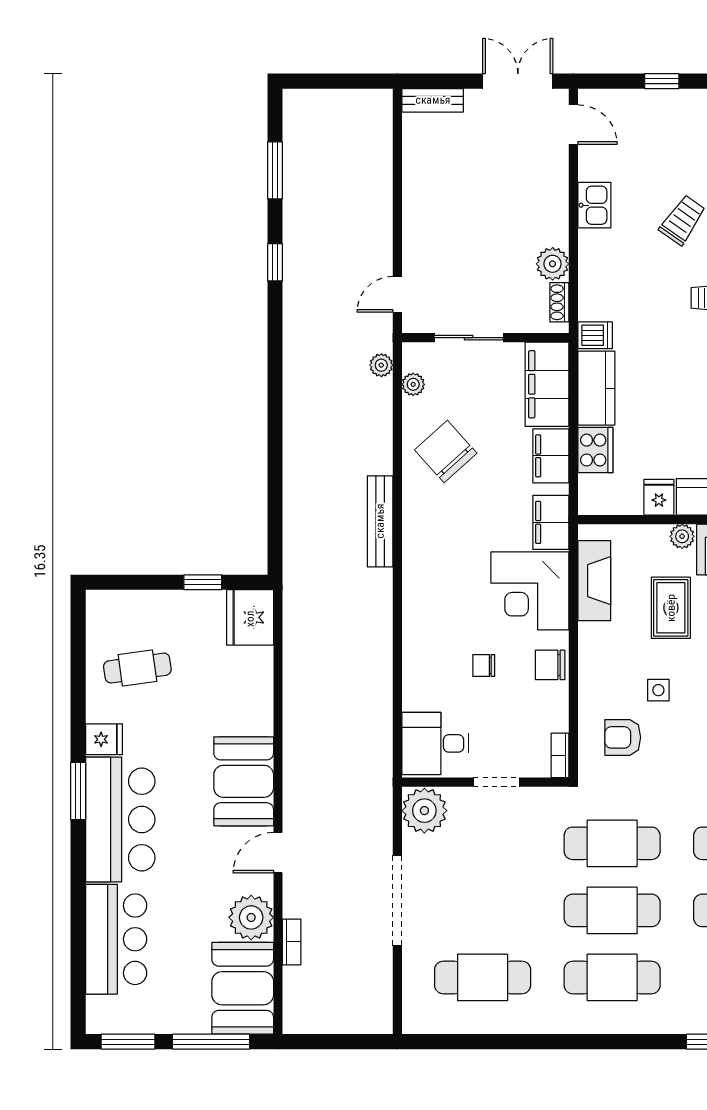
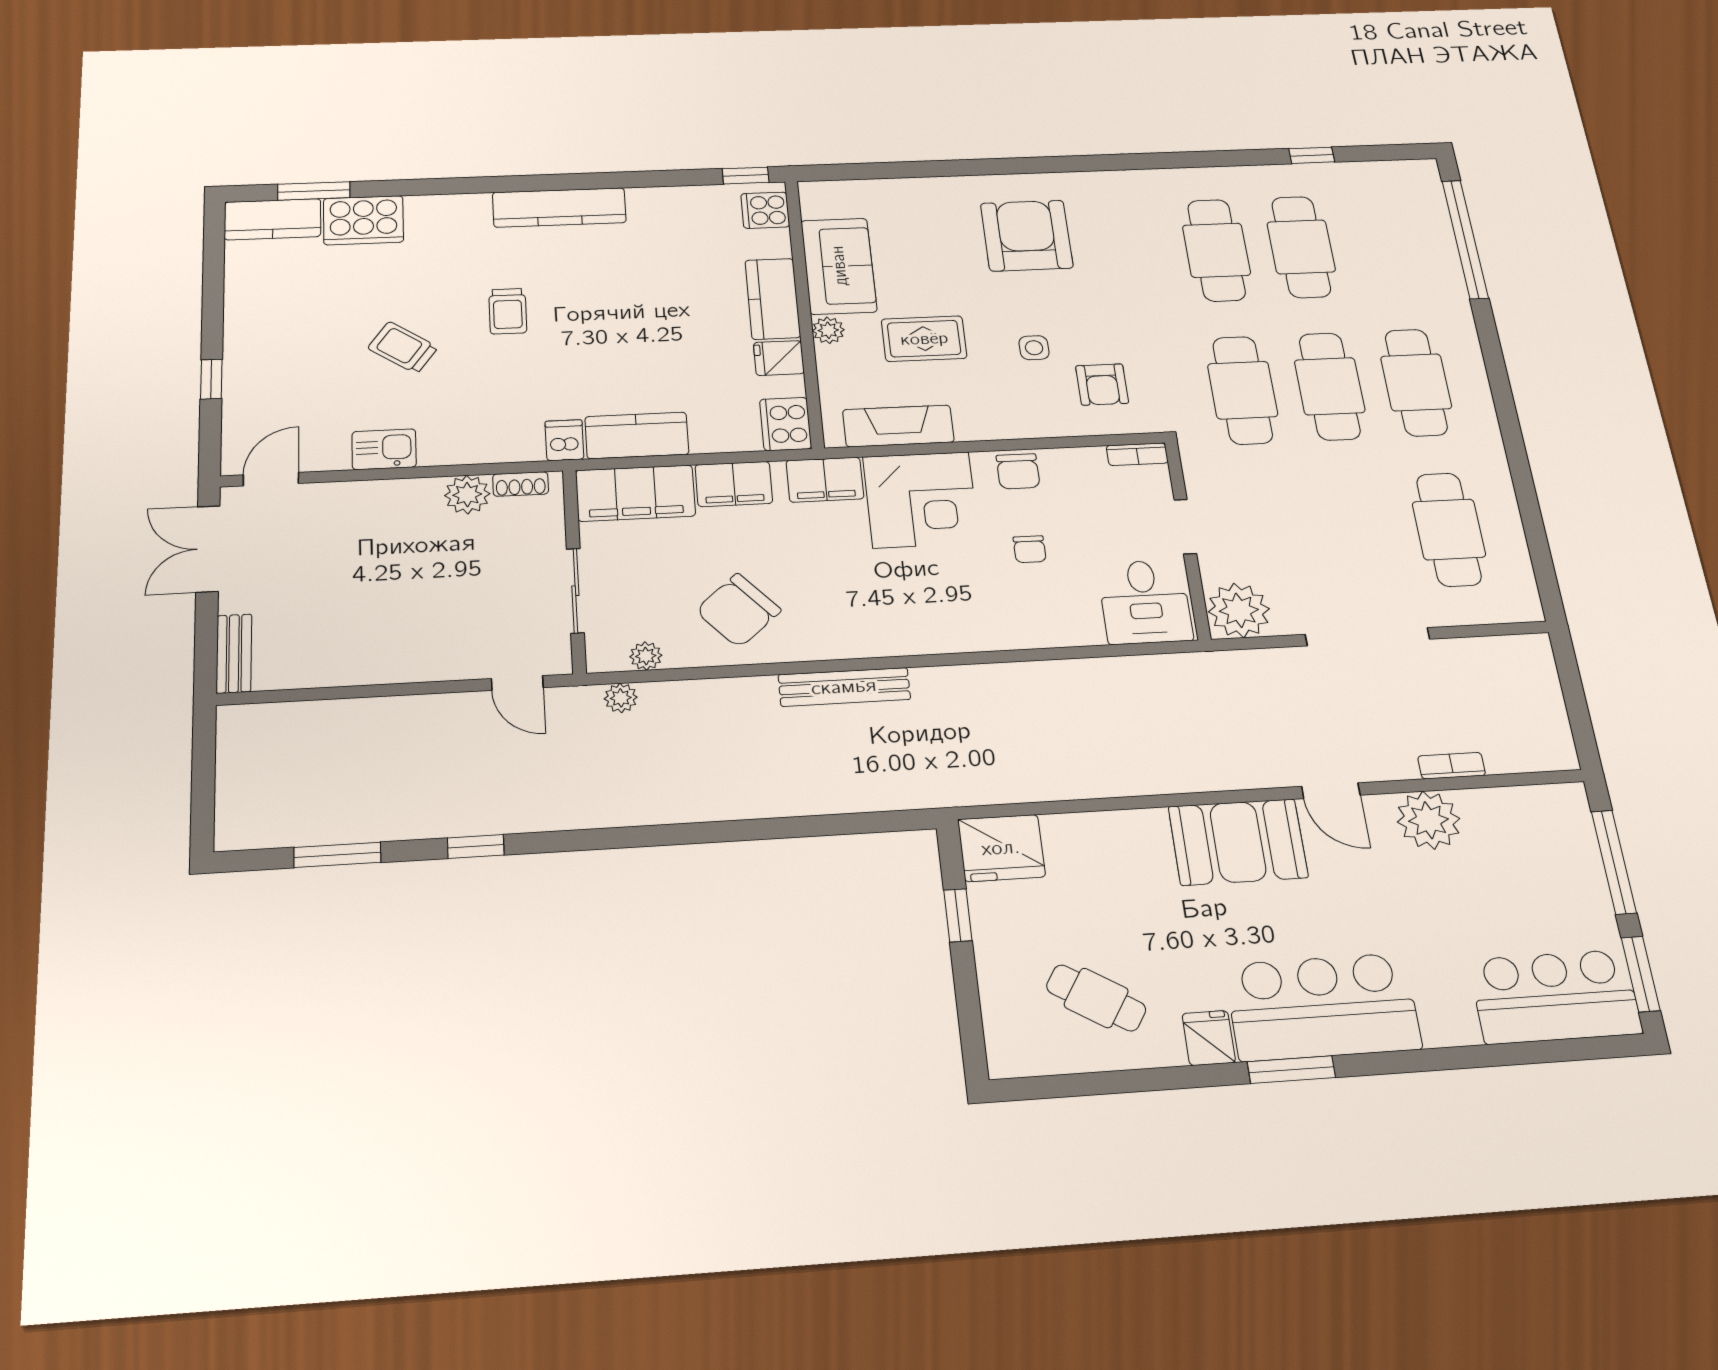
cooker: (595, 450) -> (786, 424), moved, turned -90
cafe table: (137, 668) -> (1096, 998), turned -50
bar counter: (116, 939) -> (1555, 997), moved
booth: (243, 988) -> (1530, 825), removed

